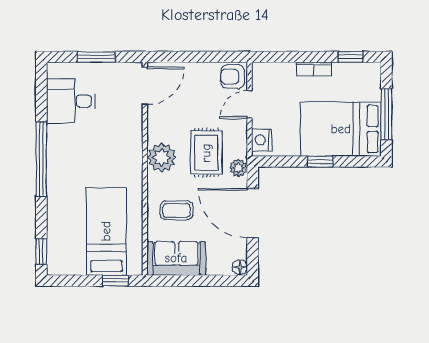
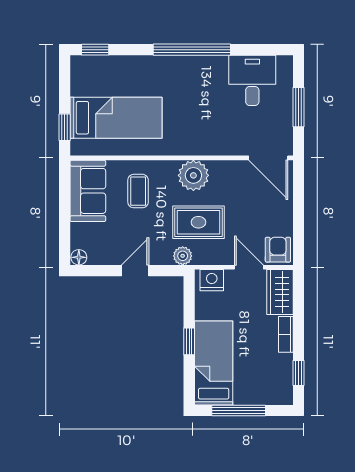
wardrobe: (273, 75) -> (280, 292), added
bed: (341, 129) -> (214, 363), width x0.67
door: (253, 213) -> (135, 271), width x0.53

